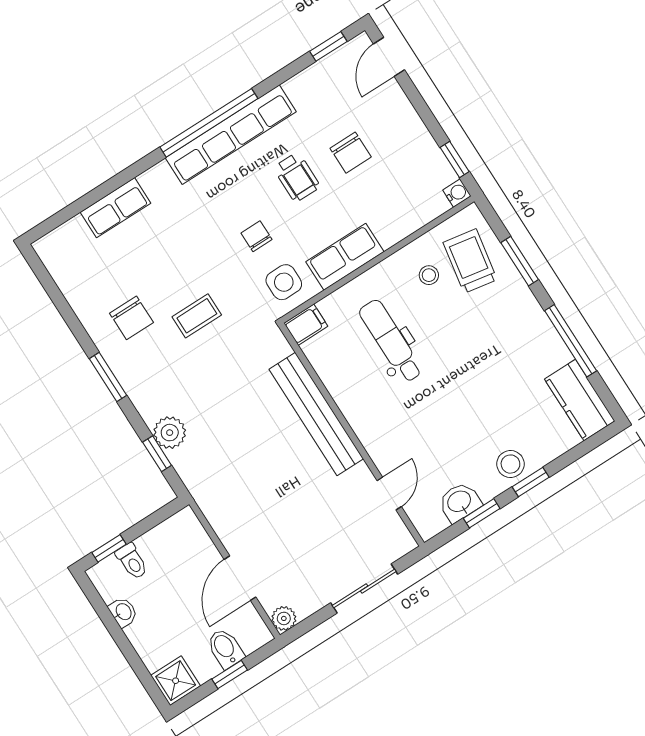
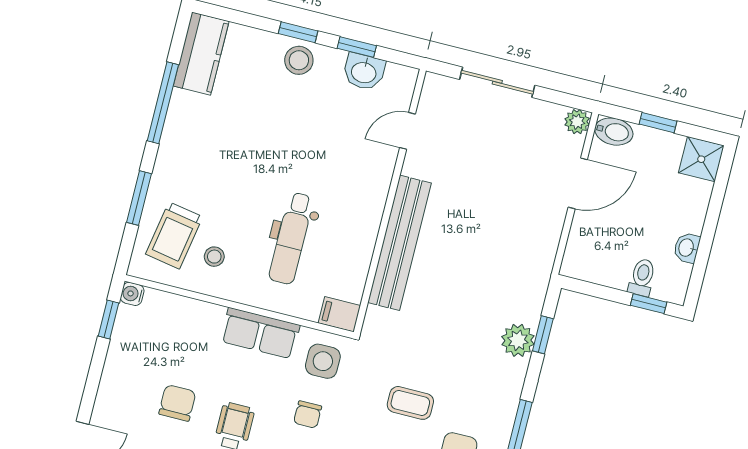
bidet: (225, 648) -> (614, 132), moved, turned -90

